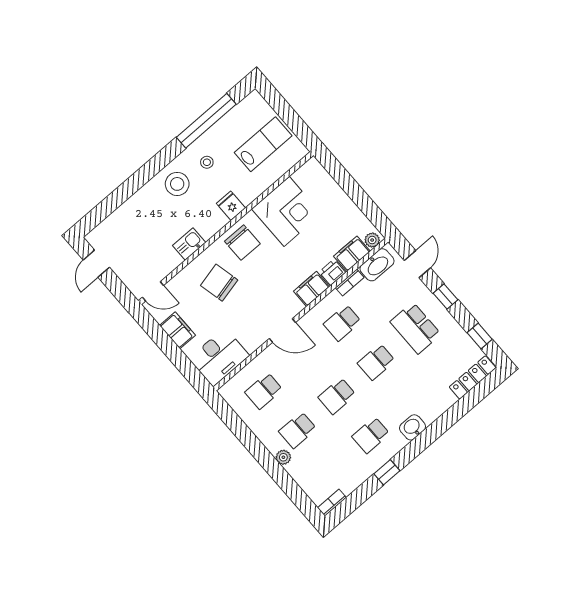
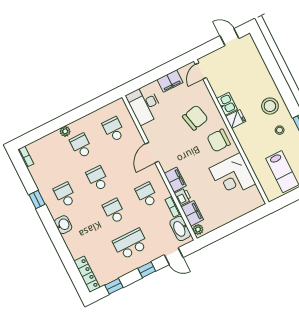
fridge: (231, 206) -> (236, 119), moved

